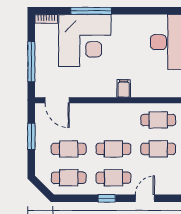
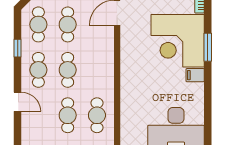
window: (91, 11) -> (208, 47), width x0.69
filing cabinet: (124, 88) -> (195, 75), moved, turned 180
window: (107, 198) -> (18, 48), moved

